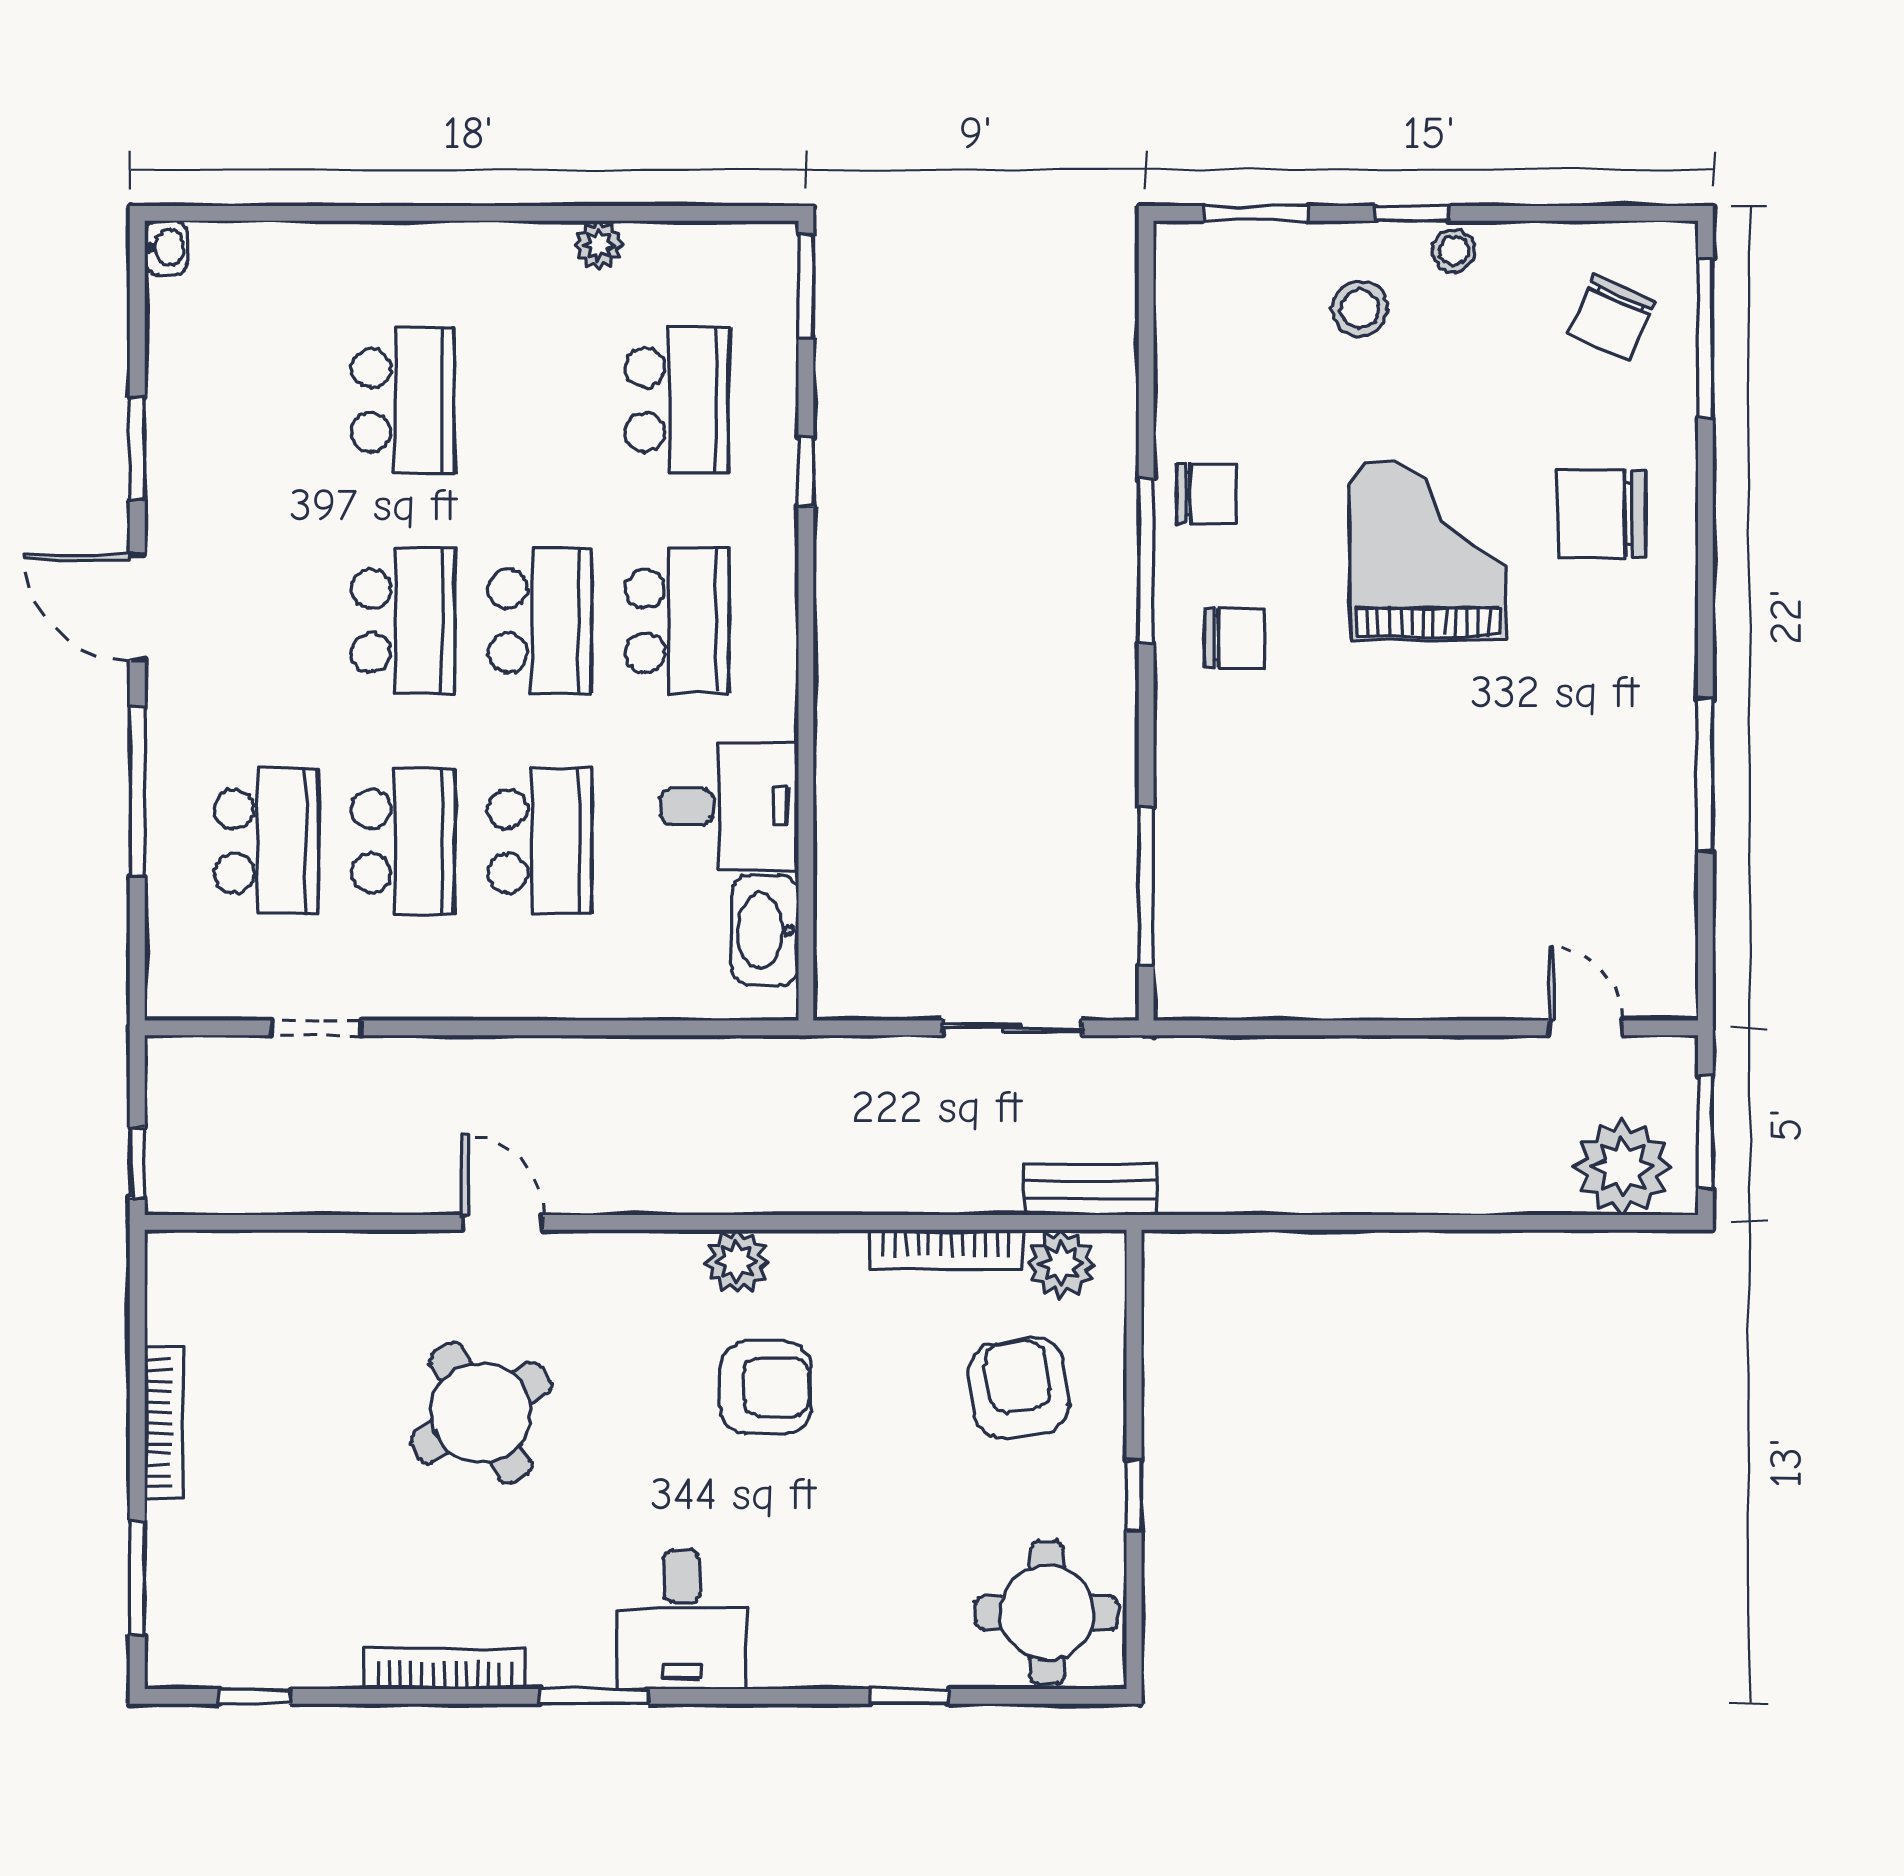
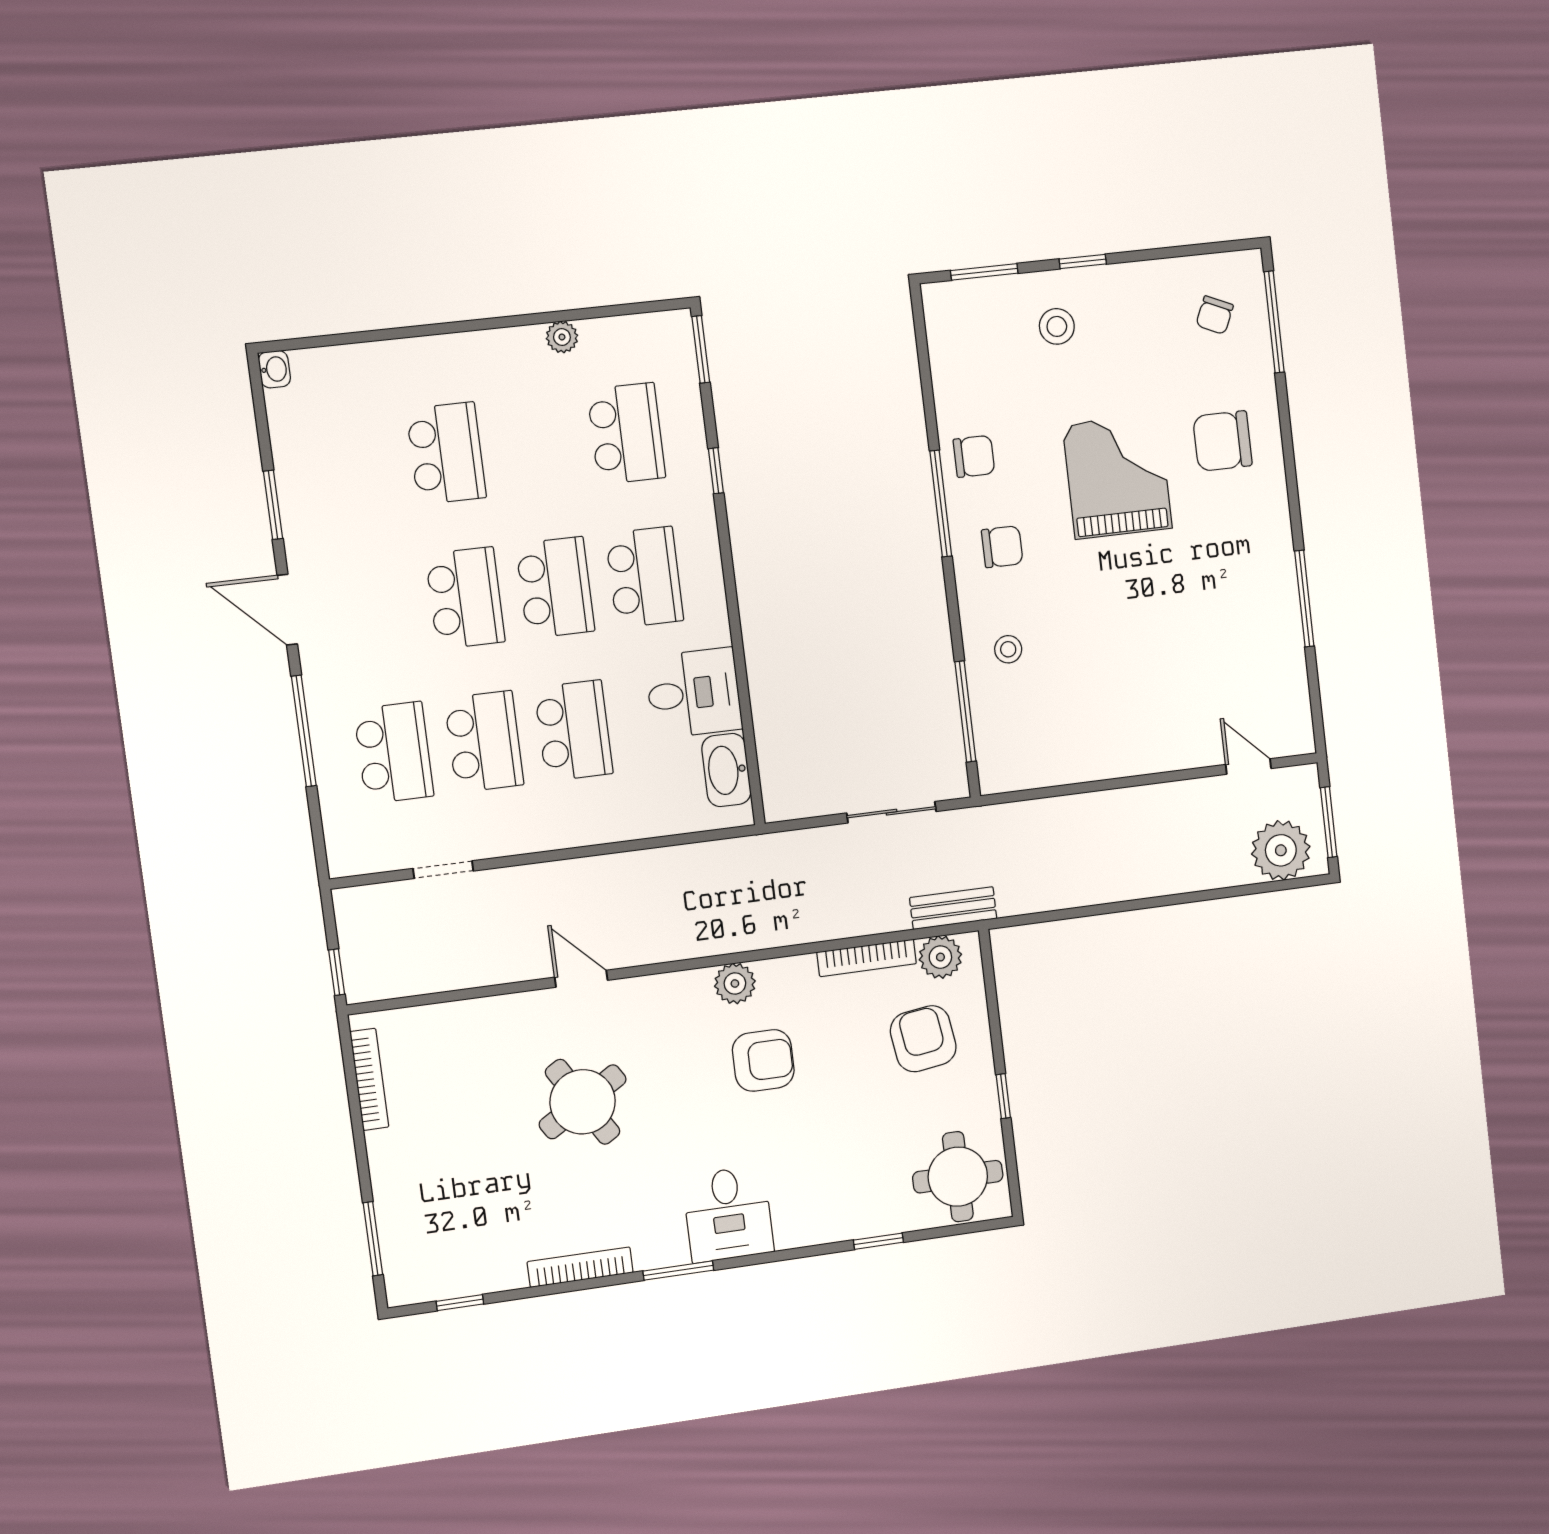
stool: (1454, 251) -> (1008, 649), moved
chair: (1612, 317) -> (1215, 315), width x0.73, depth x0.73
bookcase: (164, 1423) -> (369, 1079), moved

